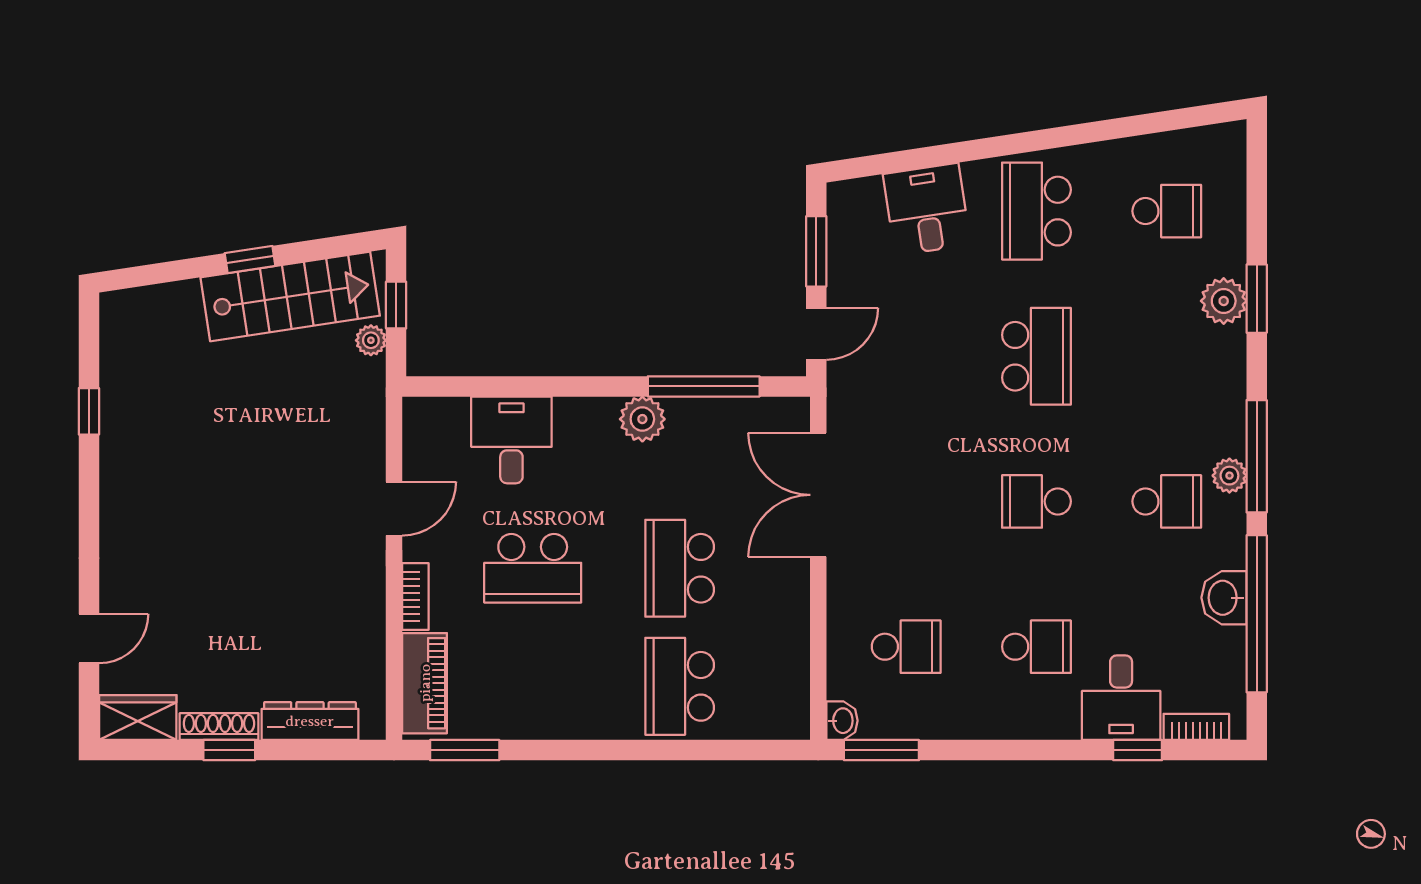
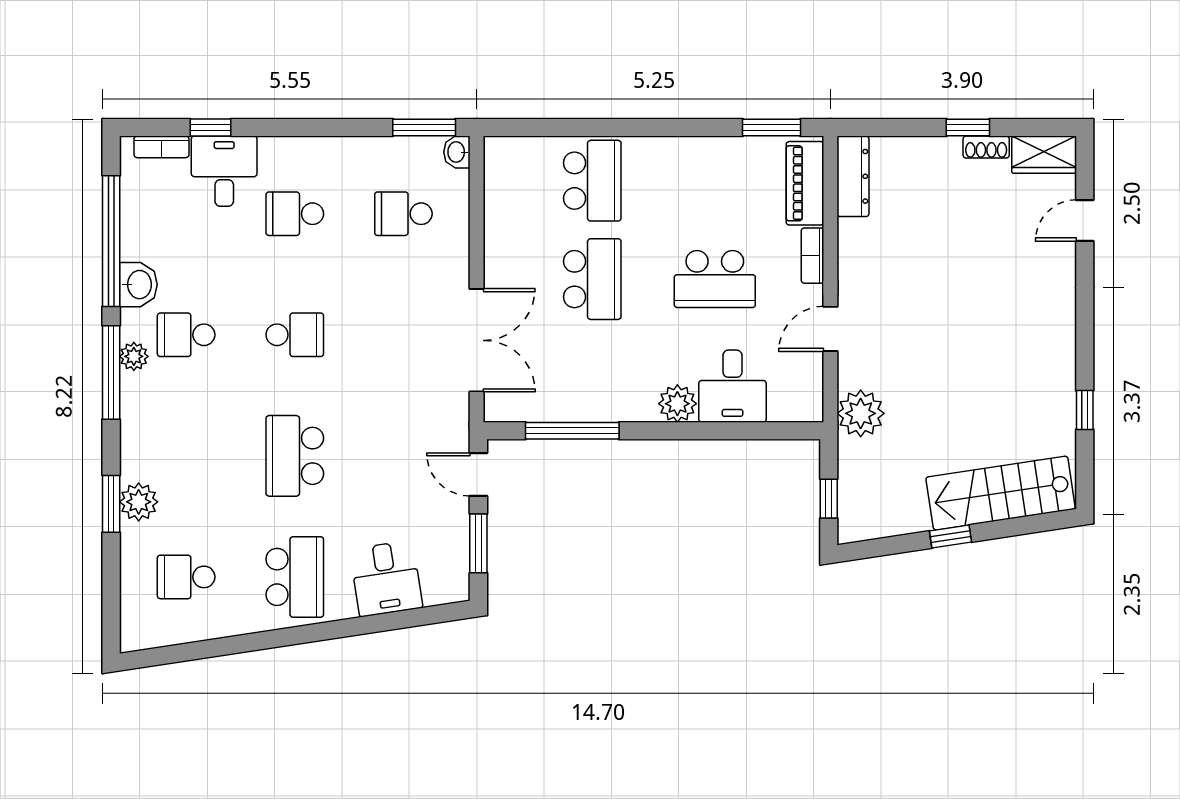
stairs: (290, 296) -> (1001, 493), moved
door: (816, 334) -> (478, 475), hinge flipped
plant: (371, 340) -> (861, 413), moved, width x1.88, depth x1.88
plant: (642, 419) -> (677, 404), moved
school desk: (533, 568) -> (715, 279), turned 180
washbasin: (1224, 598) -> (138, 285), moved
dresser: (310, 721) -> (853, 176), moved, turned -90
shoe rack: (219, 727) -> (986, 147), width x0.70

